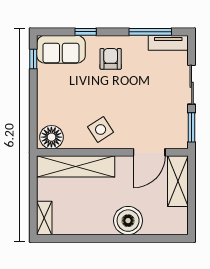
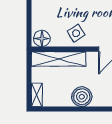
boiler: (128, 221) -> (82, 97), moved

